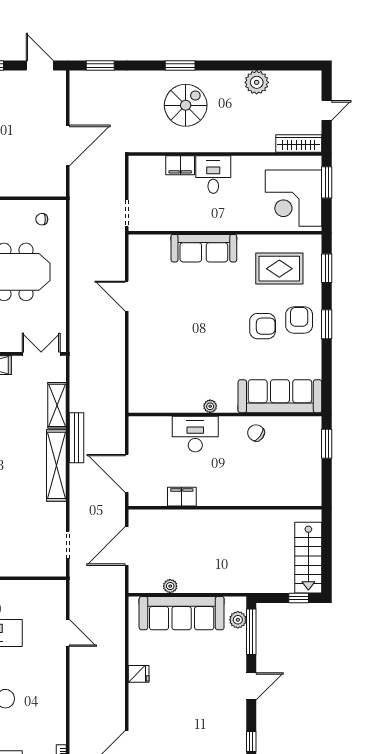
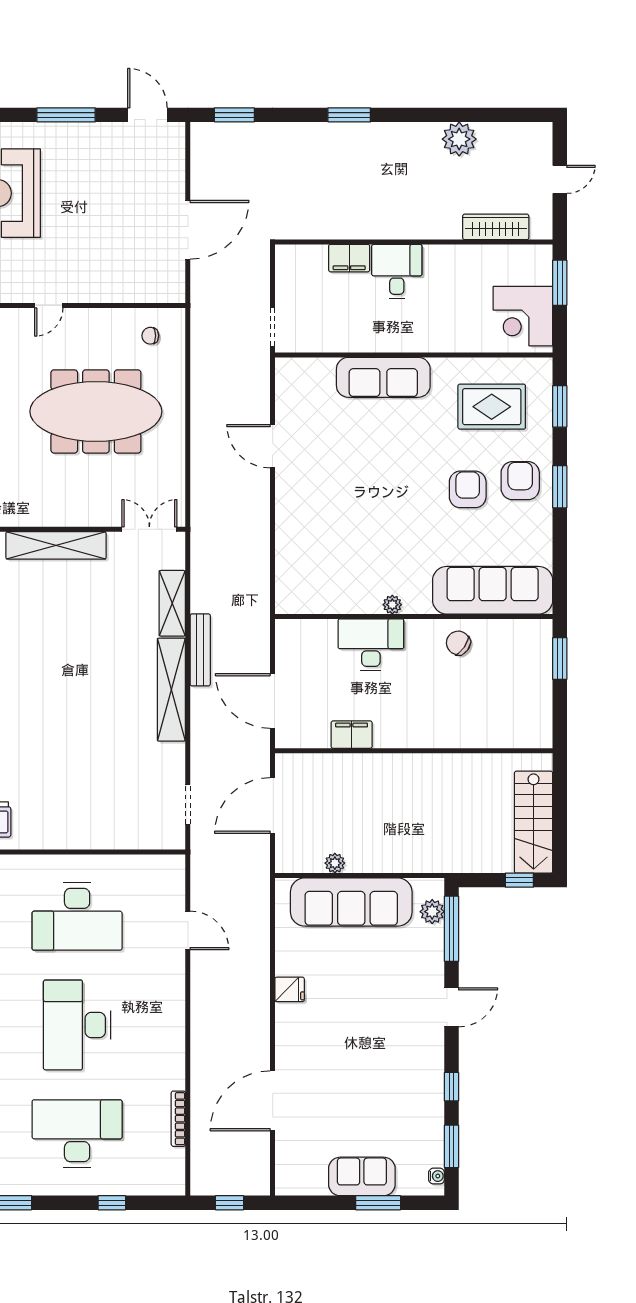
spiral stairs: (186, 105) -> (357, 172), removed
wardrobe: (299, 144) -> (496, 227), moved
corner desk: (294, 198) -> (523, 316), width x0.74, depth x0.74
armchair: (263, 326) -> (468, 489), turned -90

